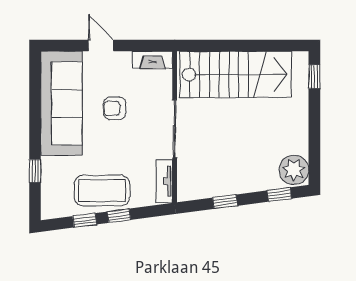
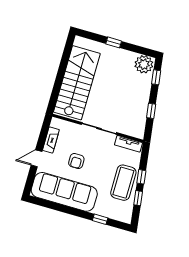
fireplace: (152, 60) -> (51, 140), moved
window: (314, 77) -> (114, 42), moved

